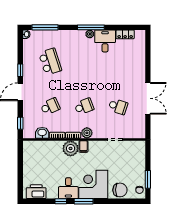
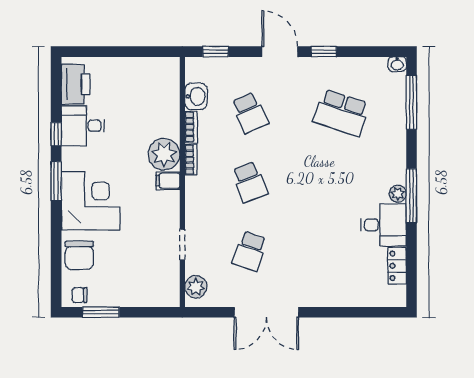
school desk: (50, 62) -> (341, 113), turned 36
plant: (87, 133) -> (196, 287), moved
desk: (68, 188) -> (83, 126), moved

